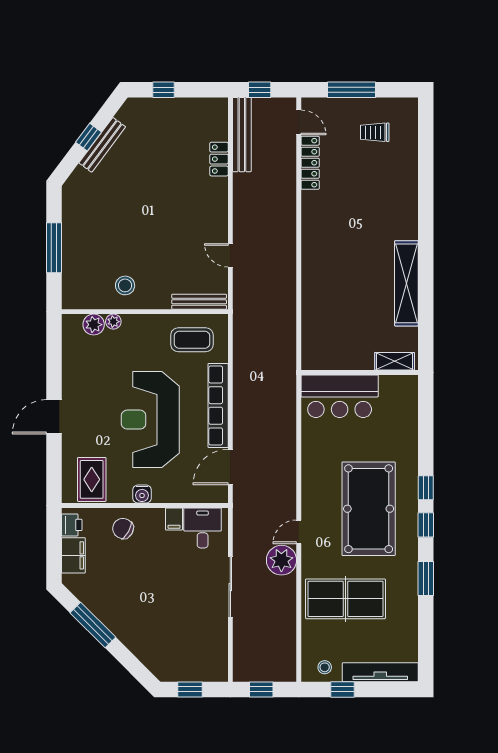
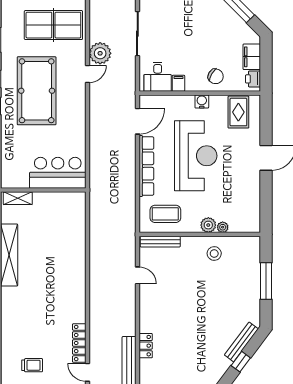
bench: (102, 145) -> (241, 342), moved
plant: (94, 325) -> (208, 225), moved

